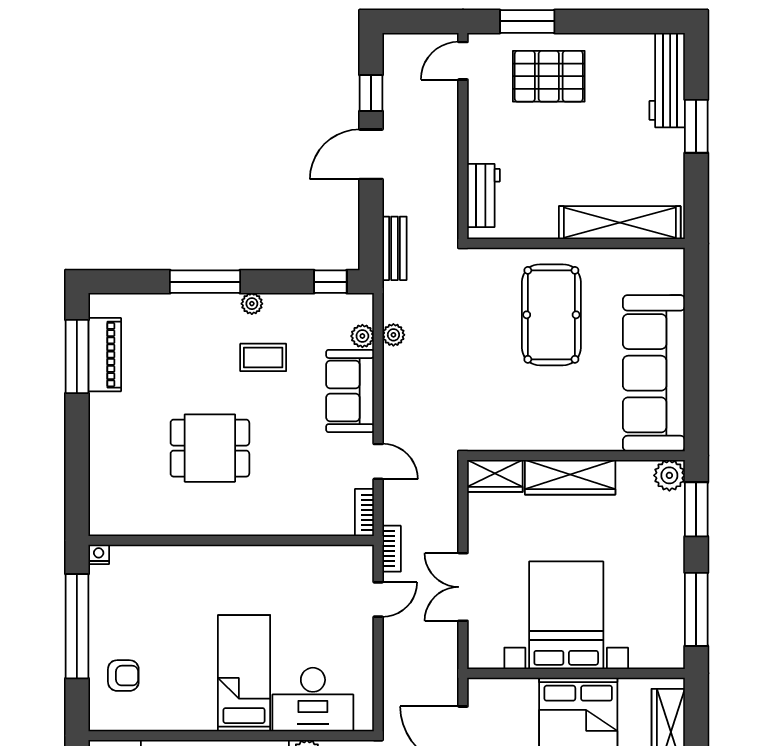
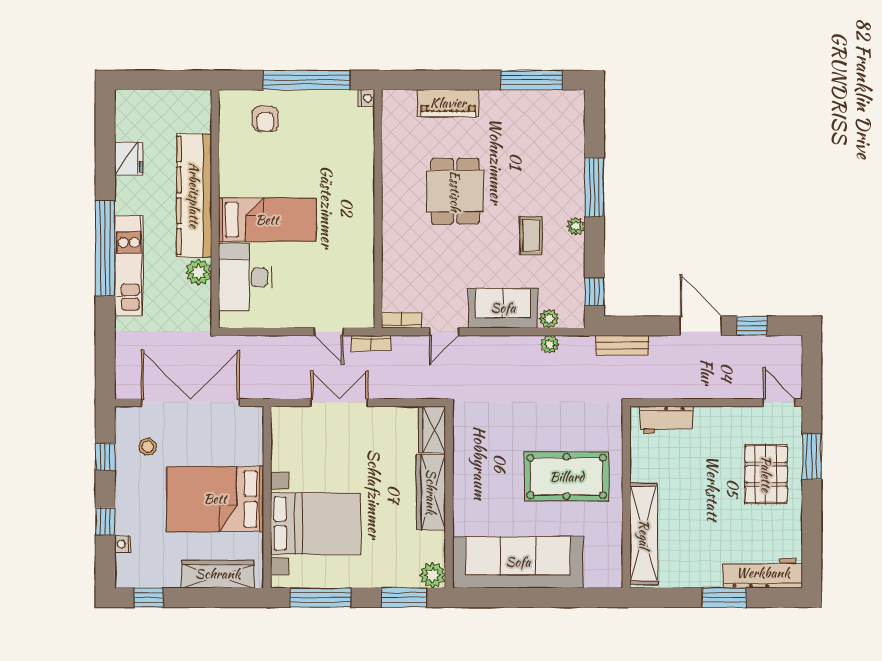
piano: (105, 355) -> (448, 103), moved
bed with nightstands: (566, 615) -> (316, 524), moved

